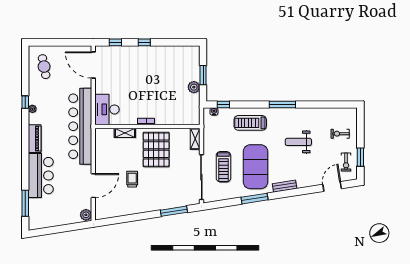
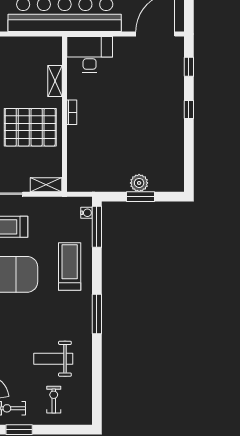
plant: (194, 87) -> (139, 183), moved
window: (223, 104) -> (97, 227), width x2.17
weight bench: (298, 142) -> (53, 359), moved, turned -90

